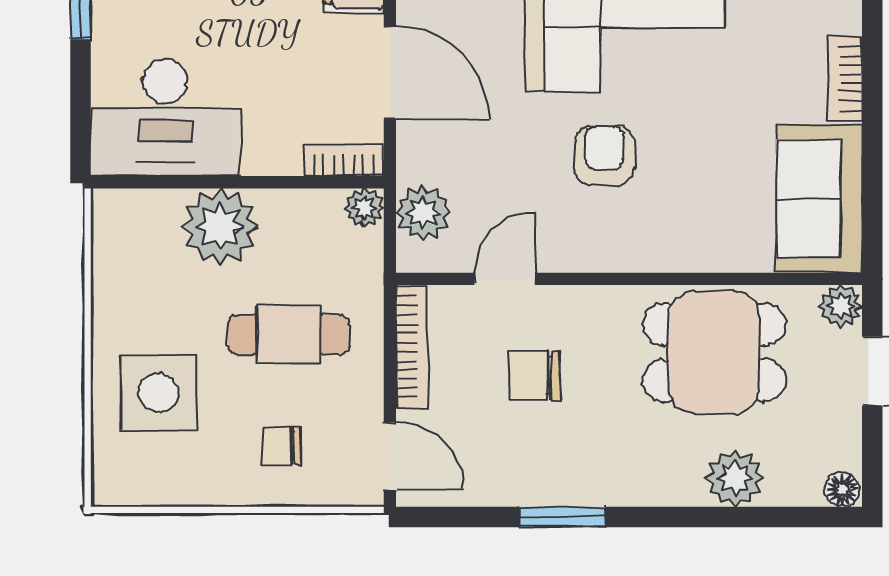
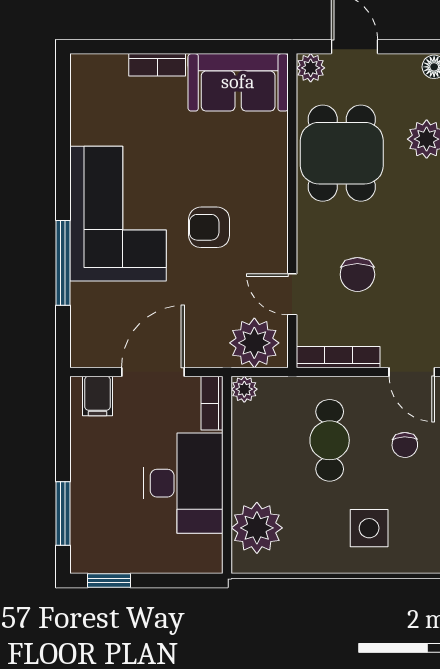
desk: (165, 118) -> (183, 483), moved
plant: (423, 213) -> (254, 343), width x1.36, depth x1.36
plant: (220, 226) -> (257, 528), moved
side table: (158, 393) -> (369, 528), width x0.73, depth x0.73
door: (390, 456) -> (412, 372), swing flipped

